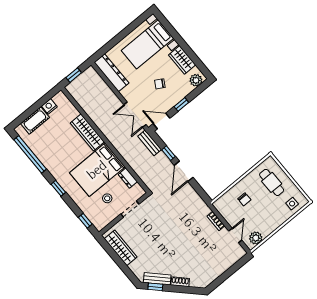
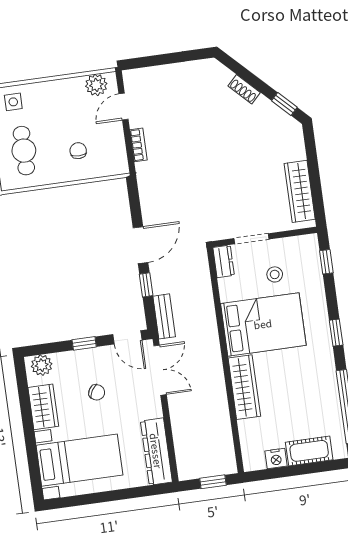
dresser: (128, 178) -> (224, 261), moved
bench: (157, 279) -> (275, 114), removed

